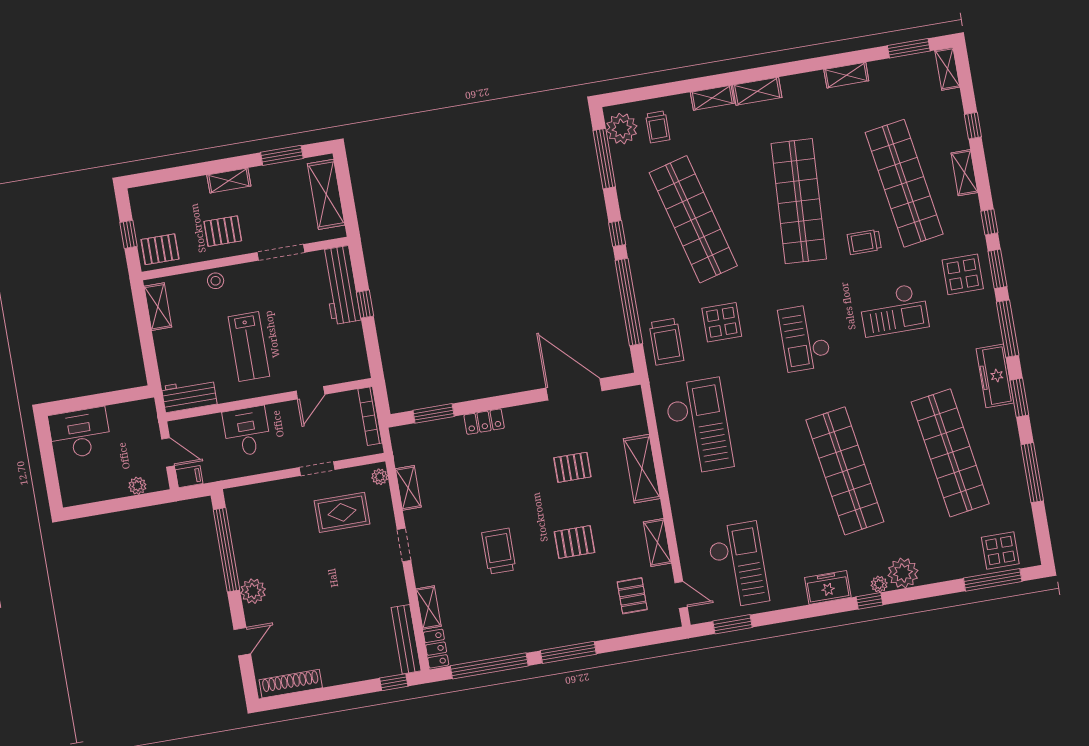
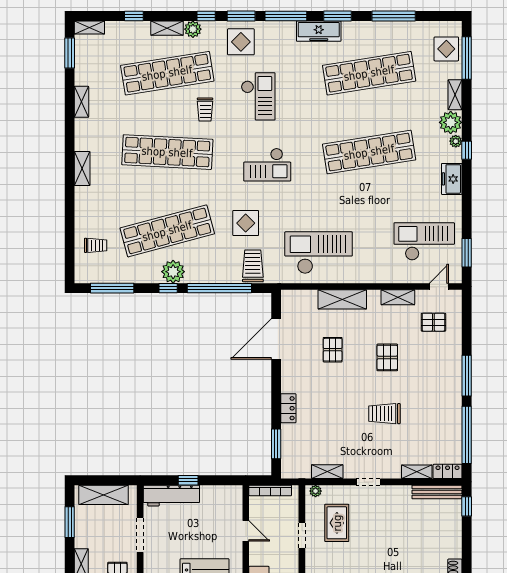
shelving: (712, 98) -> (455, 95), moved
plant: (622, 129) -> (173, 272), moved
plant: (969, 207) -> (193, 29), added
trolley: (666, 342) -> (253, 266), turned -90

